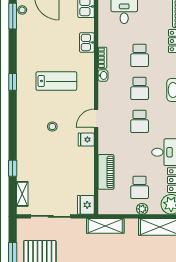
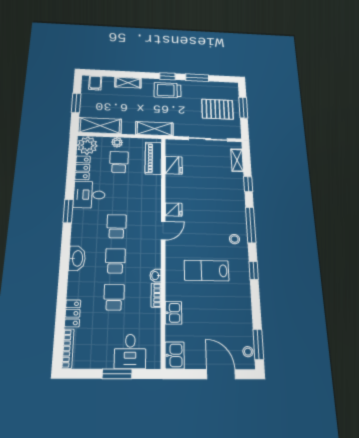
window: (13, 126) -> (251, 225), added
stool: (52, 127) -> (235, 239), moved
piano: (106, 172) -> (153, 158), moved
fridge: (86, 205) -> (174, 165), moved

